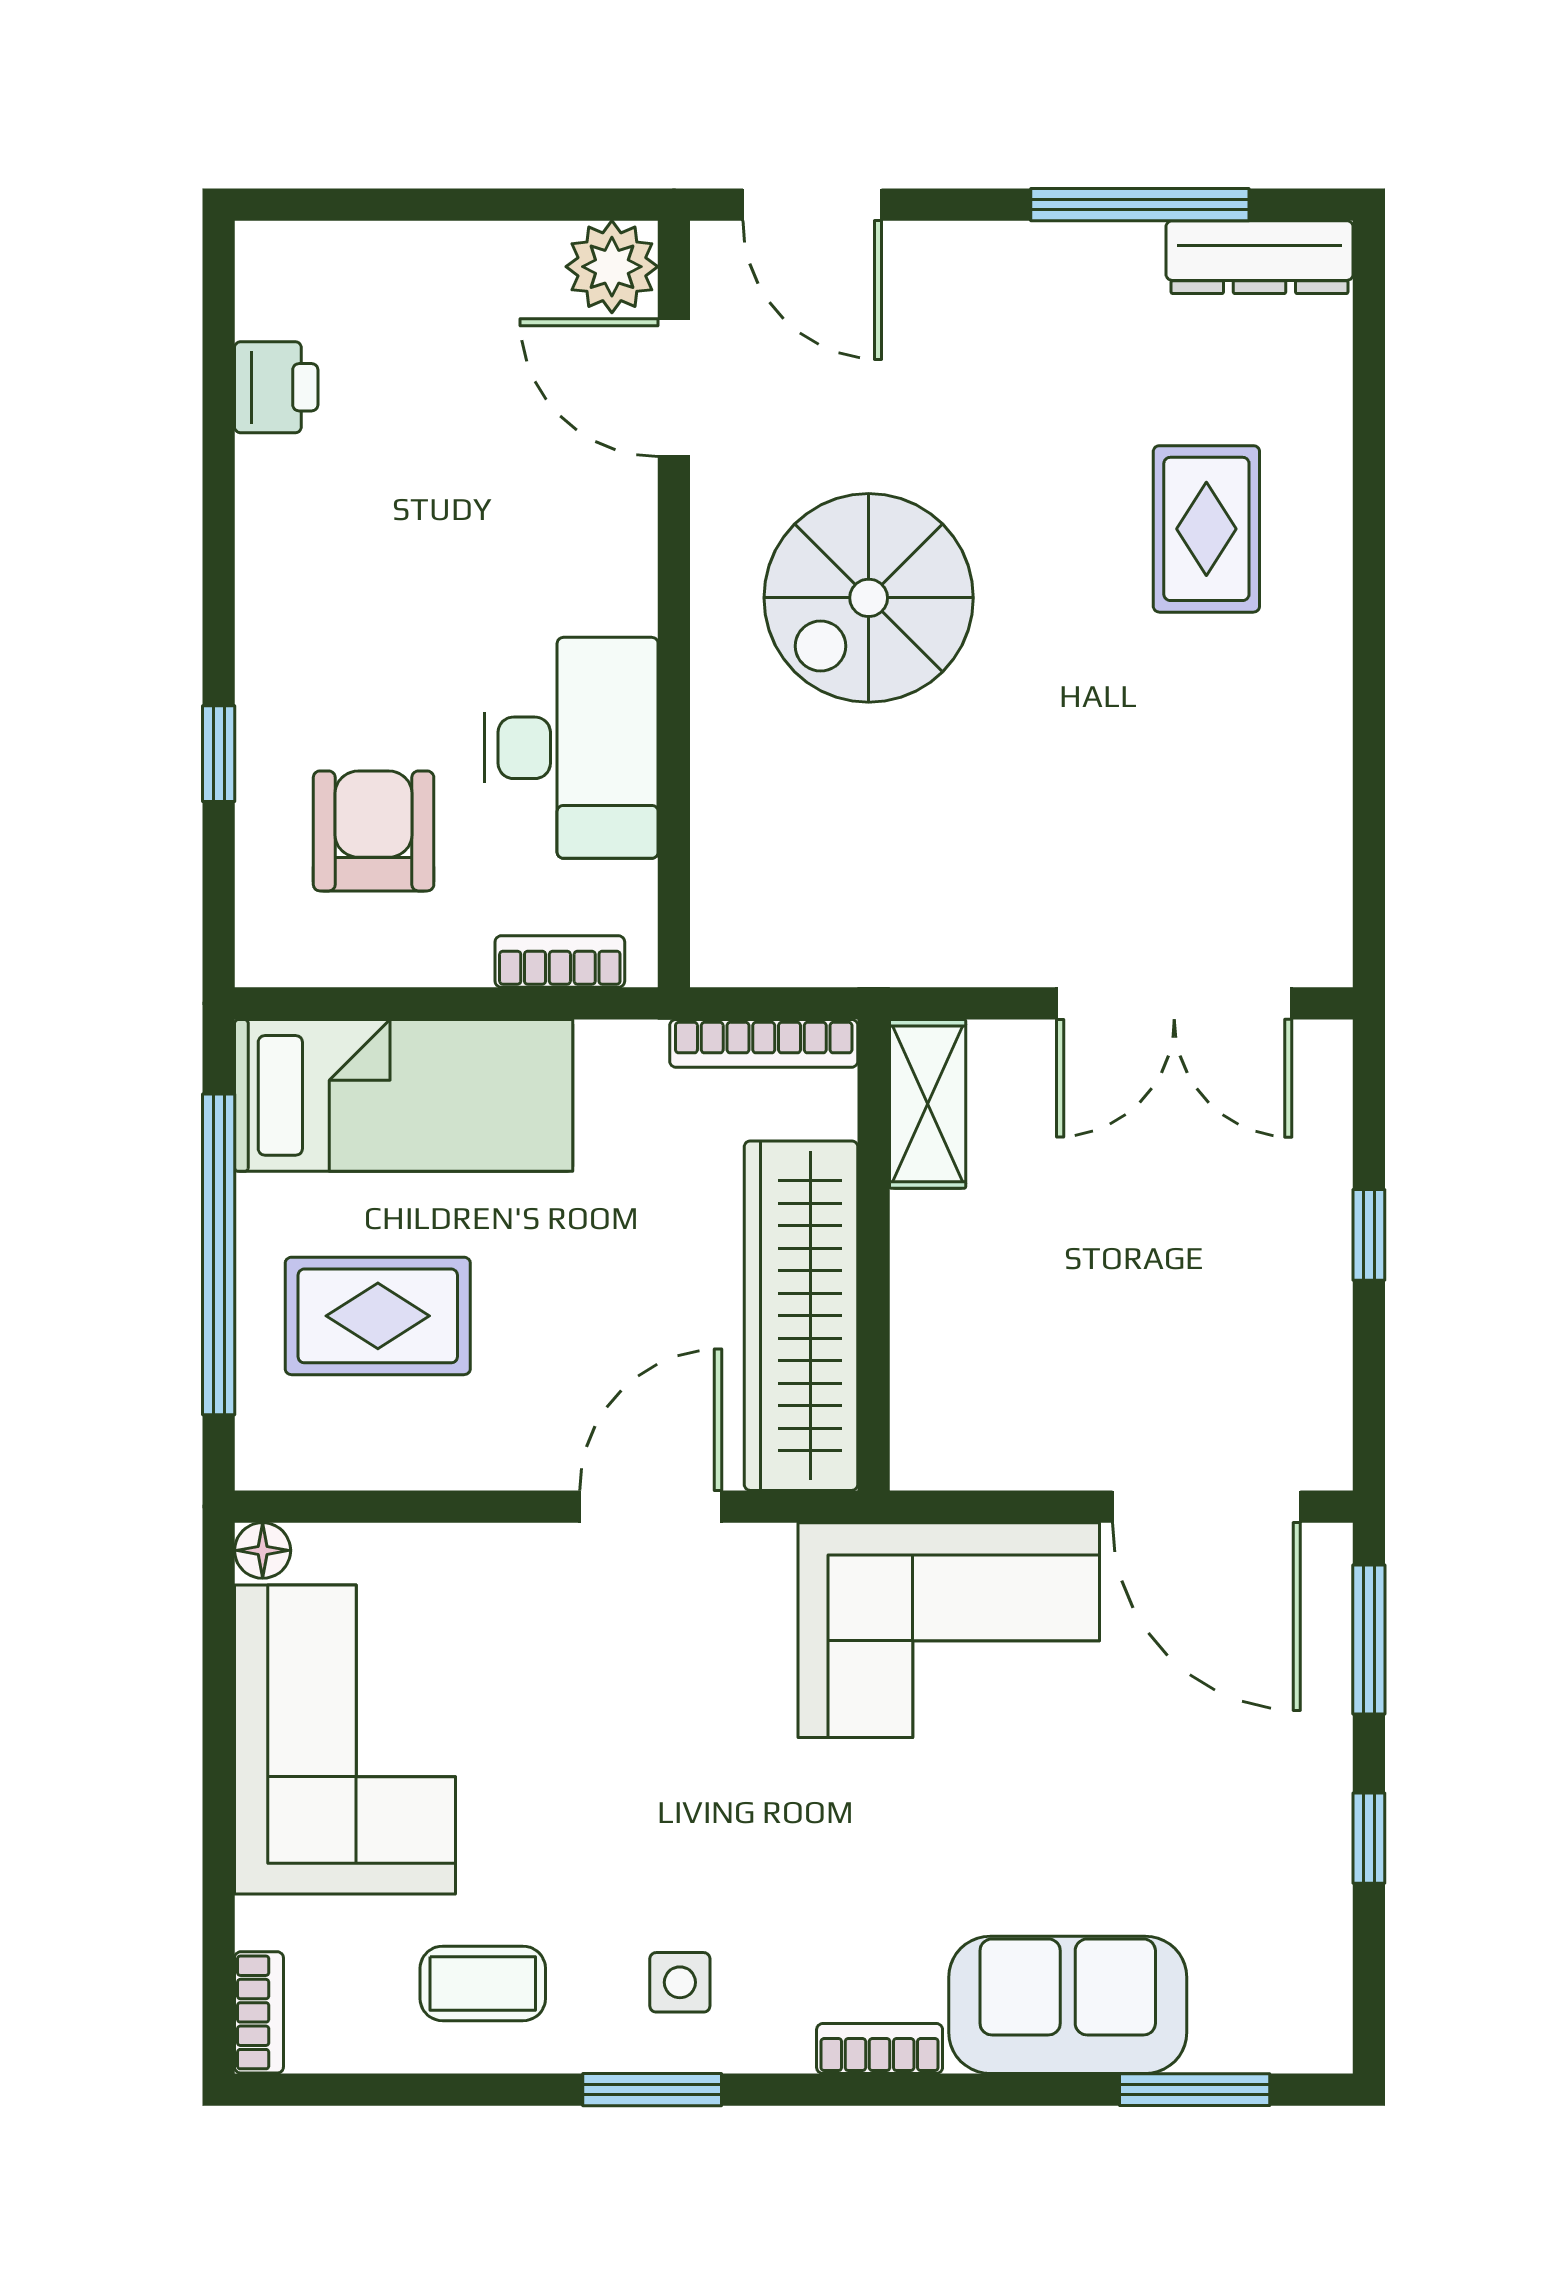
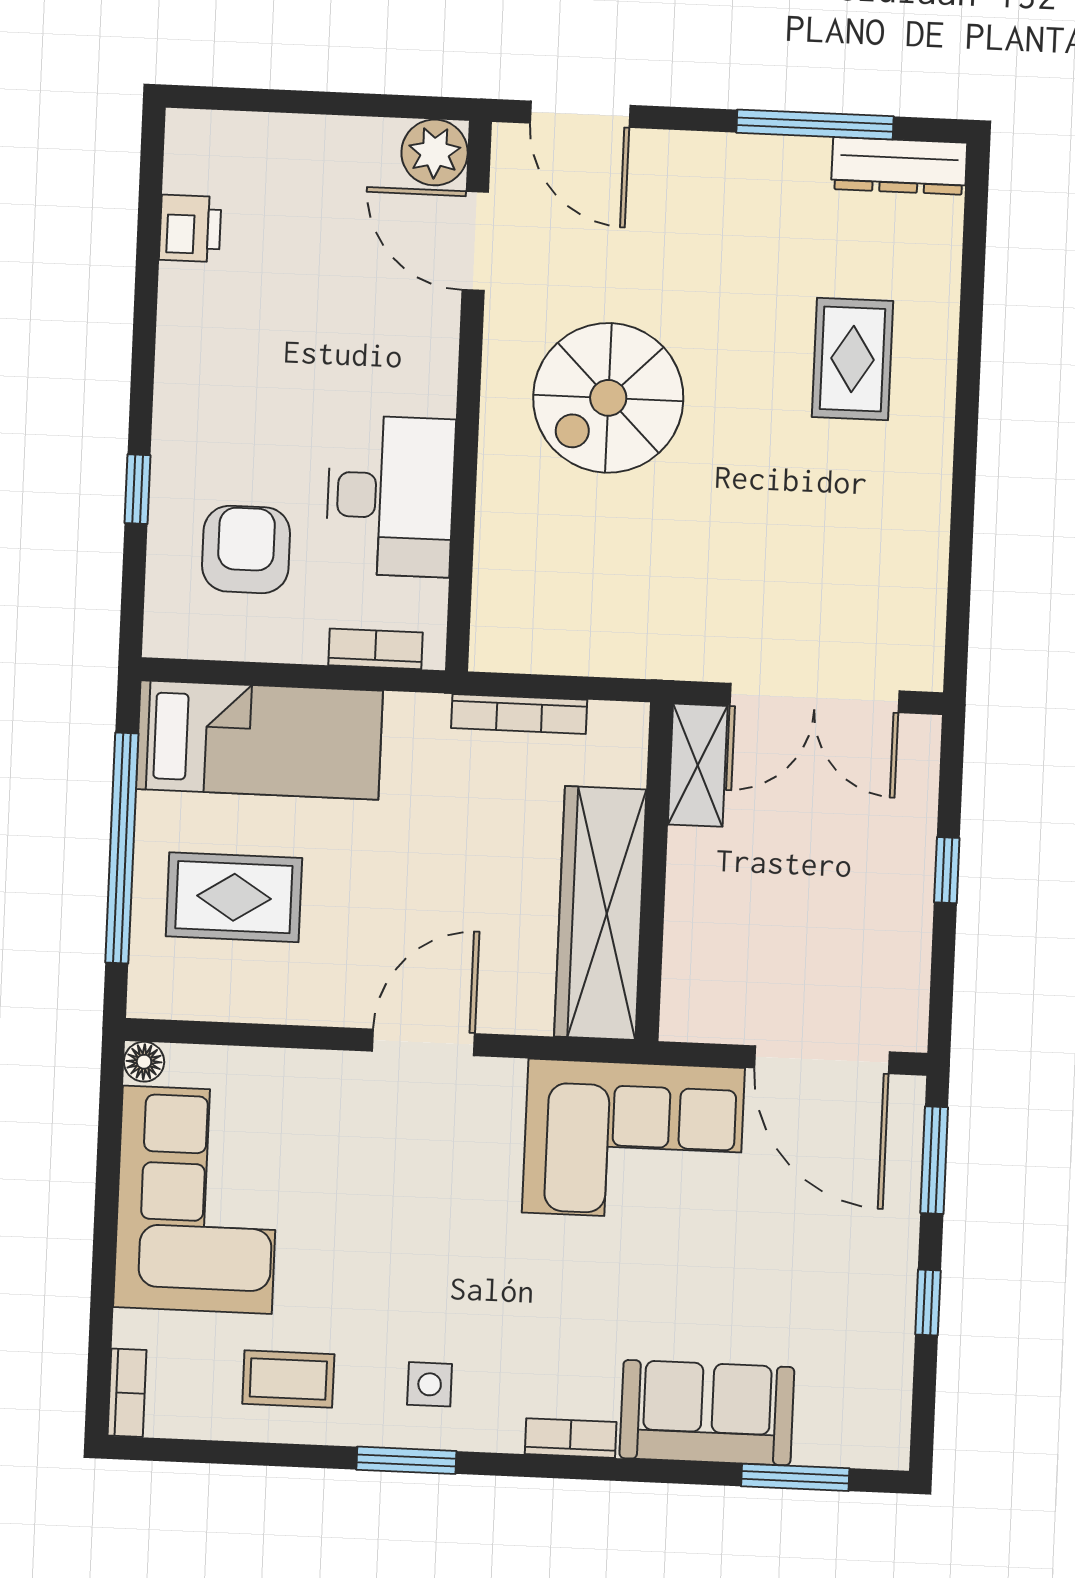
shelving: (928, 1104) -> (698, 765), moved
wall: (874, 1255) -> (654, 872), moved
wardrobe: (801, 1316) -> (600, 913), moved

